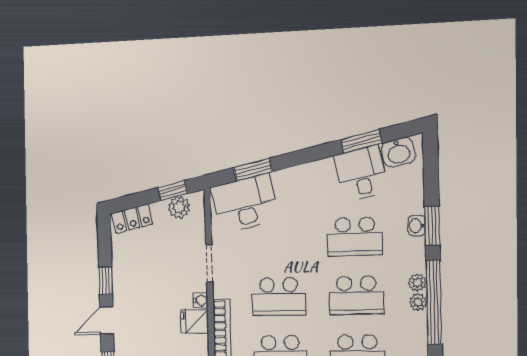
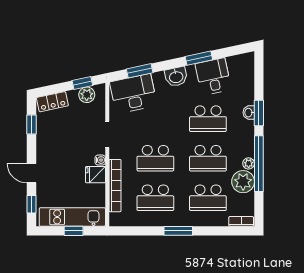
window: (361, 141) -> (199, 58), moved
washbasin: (398, 152) -> (176, 77), moved
window: (106, 281) -> (31, 125), moved
plant: (417, 283) -> (243, 182), moved, width x1.87, depth x1.87
door: (107, 320) -> (31, 173), hinge flipped

